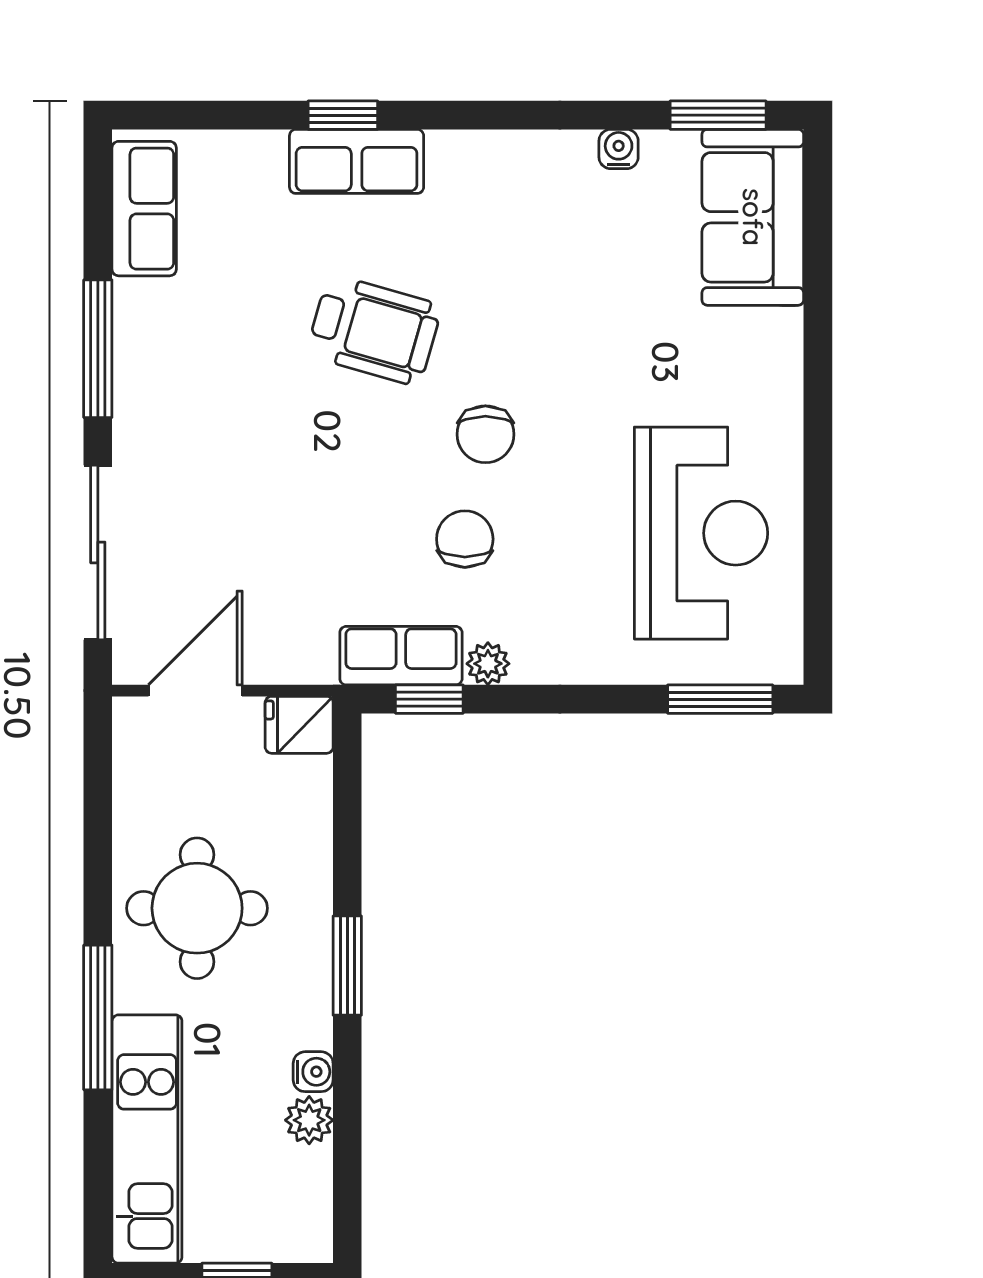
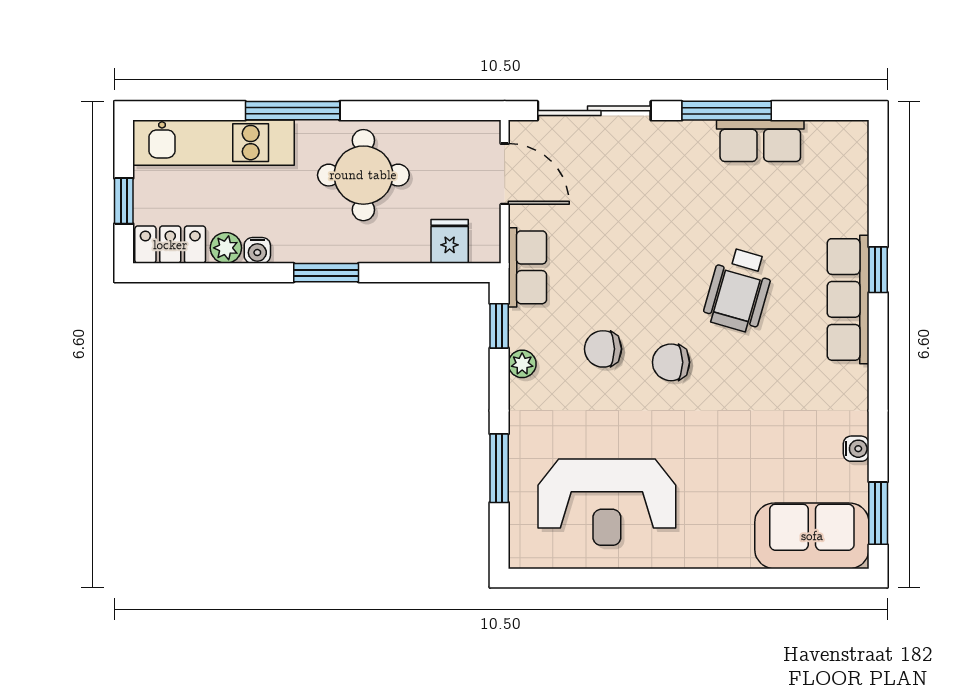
row of seats: (357, 161) -> (848, 299), width x1.48
row of seats: (144, 209) -> (760, 141), moved
chair: (465, 539) -> (603, 349), turned 180
row of seats: (401, 656) -> (527, 267), moved
window: (720, 699) -> (499, 468), moved
fridge: (299, 725) -> (450, 241), moved
locker: (304, 1206) -> (170, 245), added

